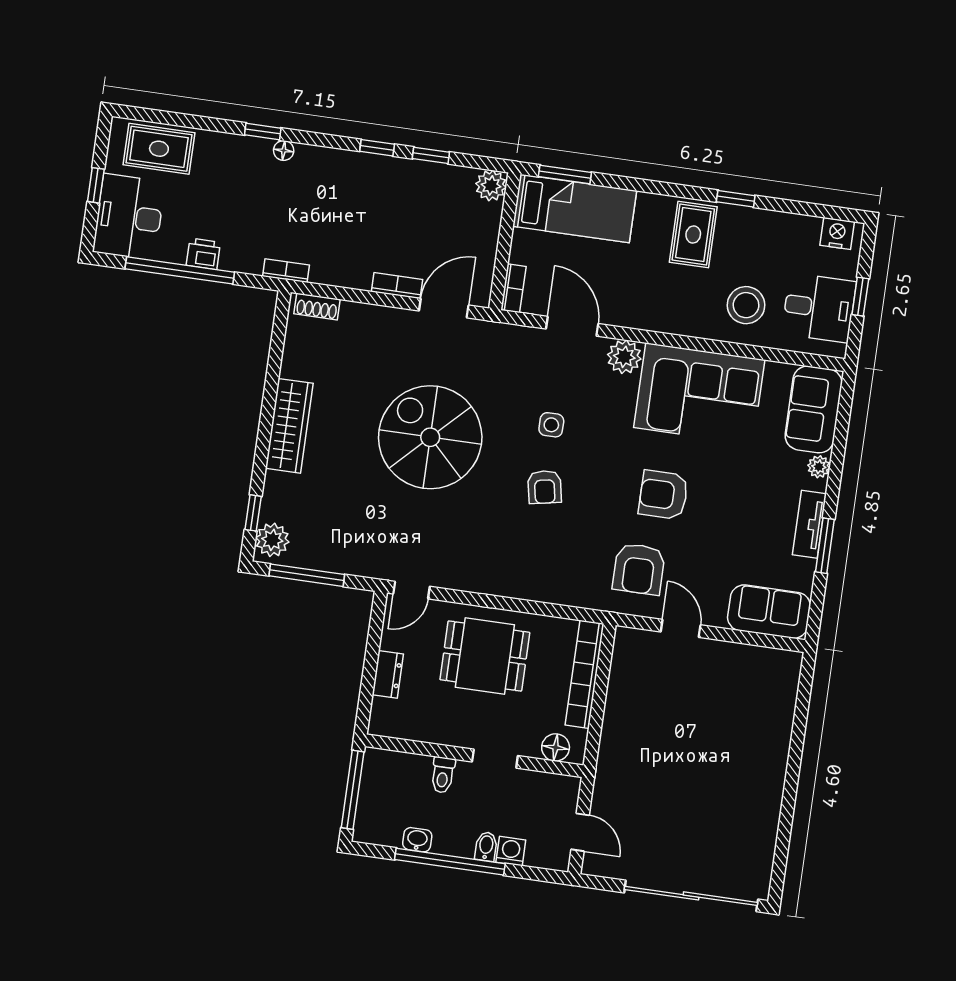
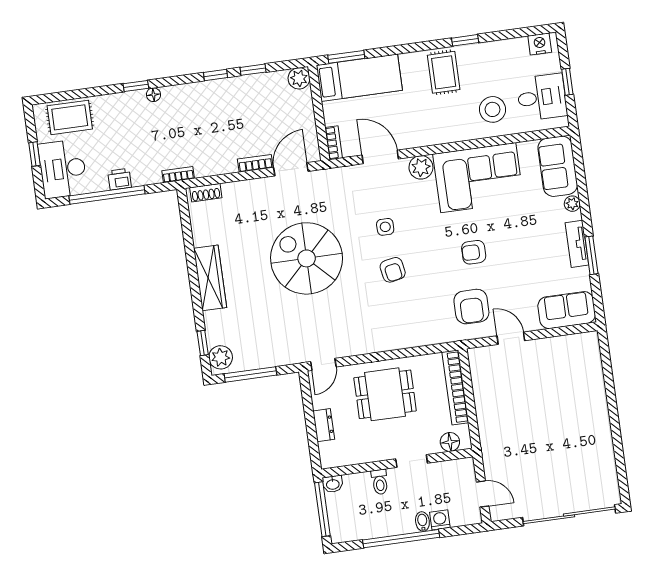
armchair: (663, 495) -> (474, 252), width x0.72, depth x0.72
washbasin: (417, 840) -> (333, 484), moved, turned 180

